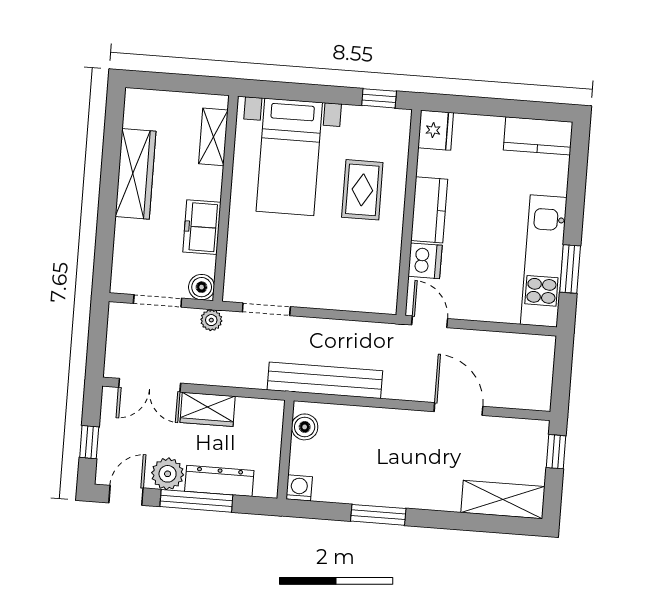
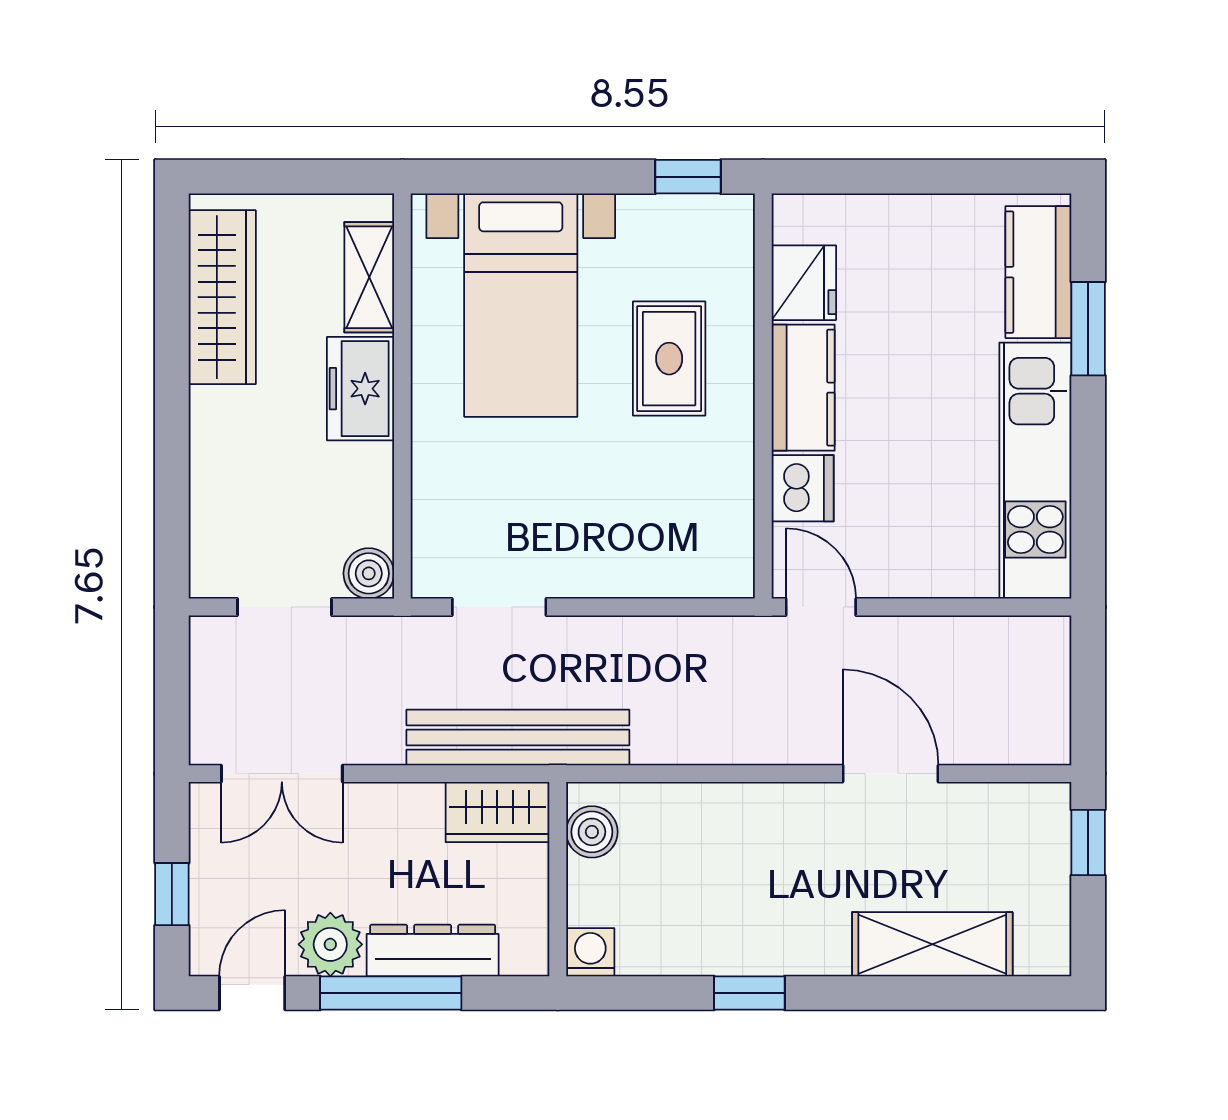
fridge: (436, 130) -> (804, 283), moved
kitchen counter: (538, 136) -> (1038, 272), moved, turned 90
wardrobe: (135, 174) -> (222, 297), moved
freezer: (202, 227) -> (360, 389), moved
window: (570, 269) -> (1088, 329), moved
plant: (211, 320) -> (393, 637), removed
bench: (325, 380) -> (518, 738), moved
wardrobe: (208, 409) -> (497, 812), moved
shelving: (503, 500) -> (932, 944), moved
window: (378, 515) -> (749, 993), width x0.67

